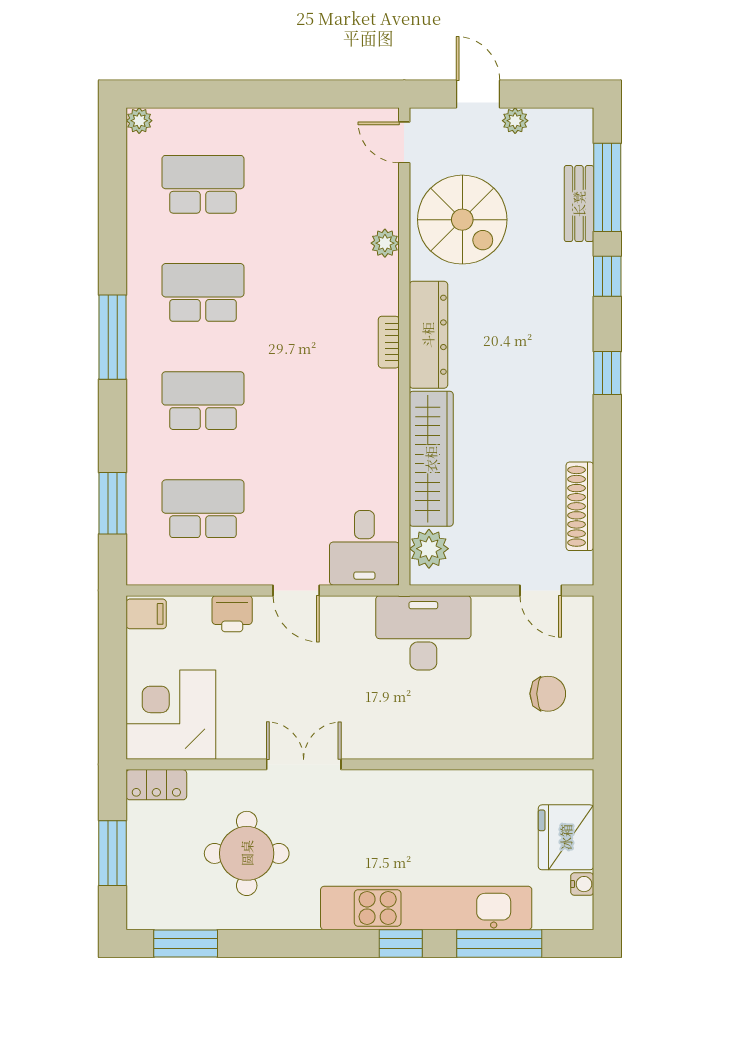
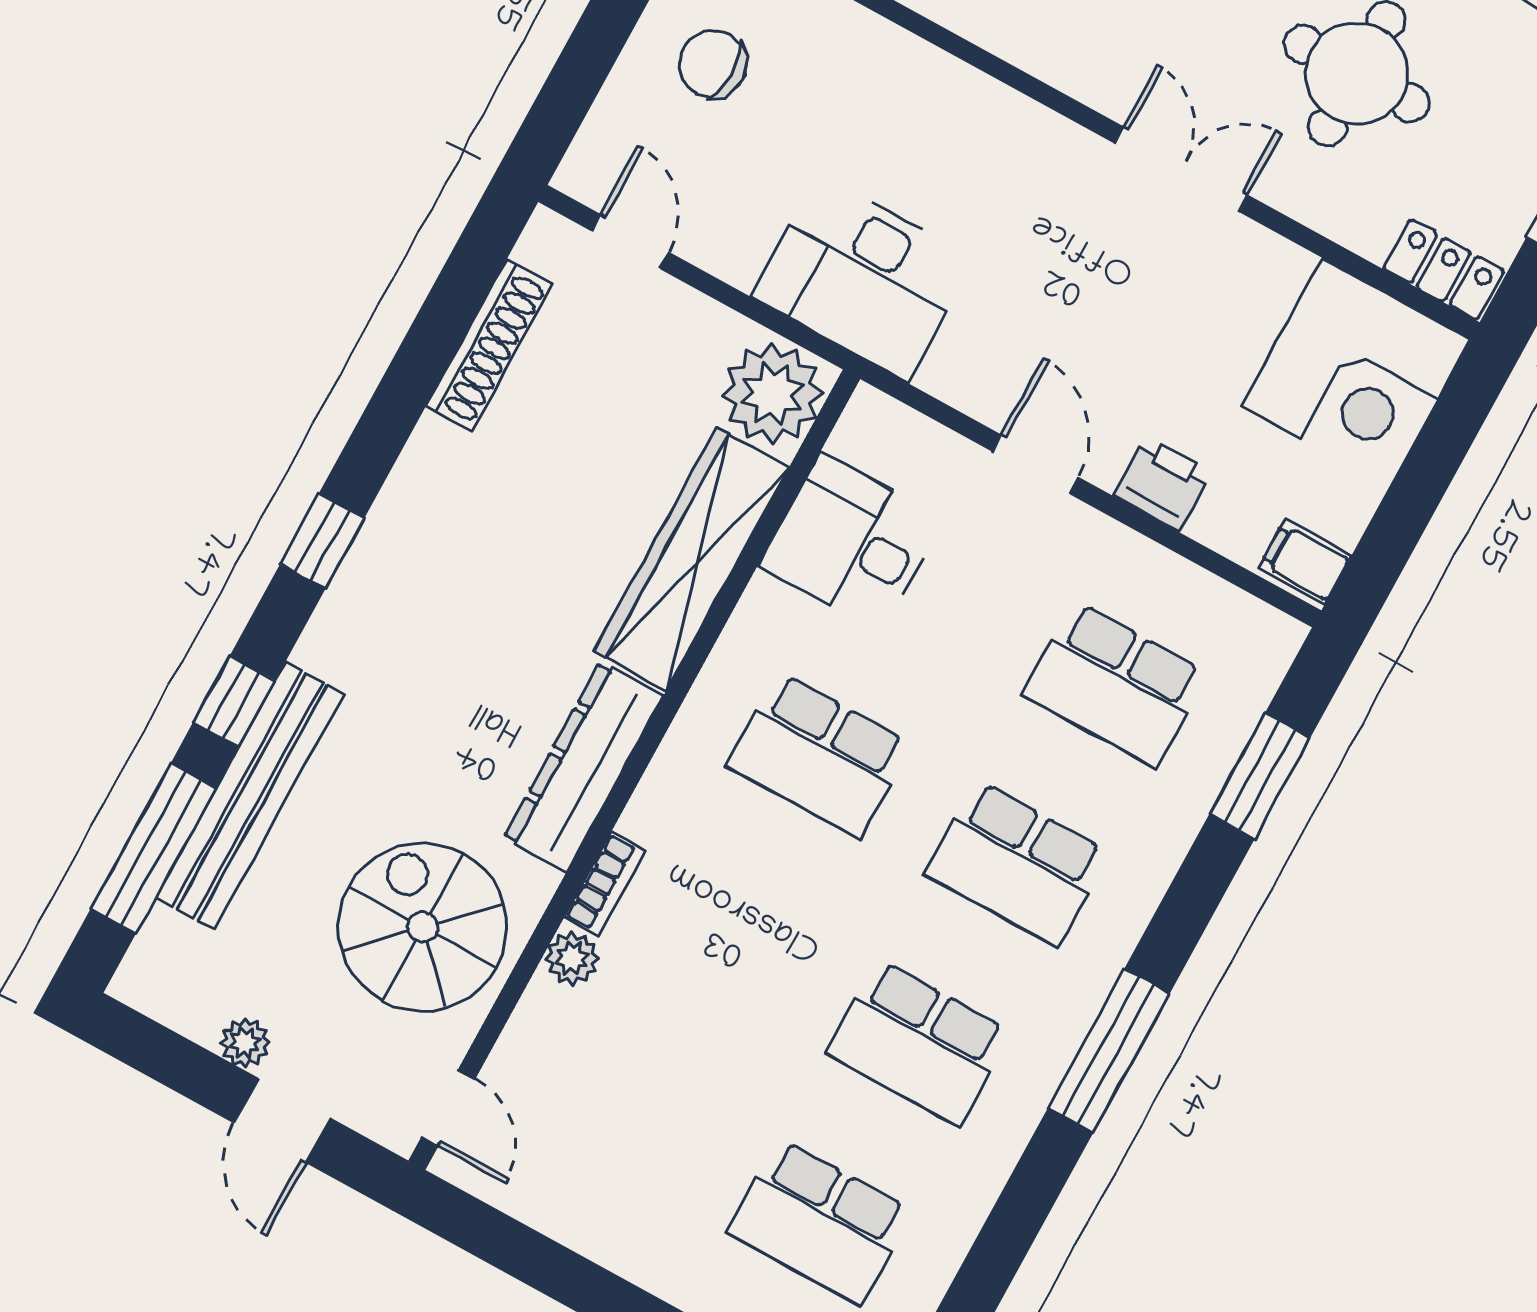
bench: (579, 204) -> (250, 796), width x1.86, depth x1.21
bookcase: (389, 342) -> (605, 884), moved
school desk: (322, 401) -> (819, 755), added
desk: (364, 548) -> (851, 542), moved, turned -90
plant: (429, 549) -> (772, 394), width x1.36, depth x1.36
double door: (304, 764) -> (1181, 169), swing flipped

